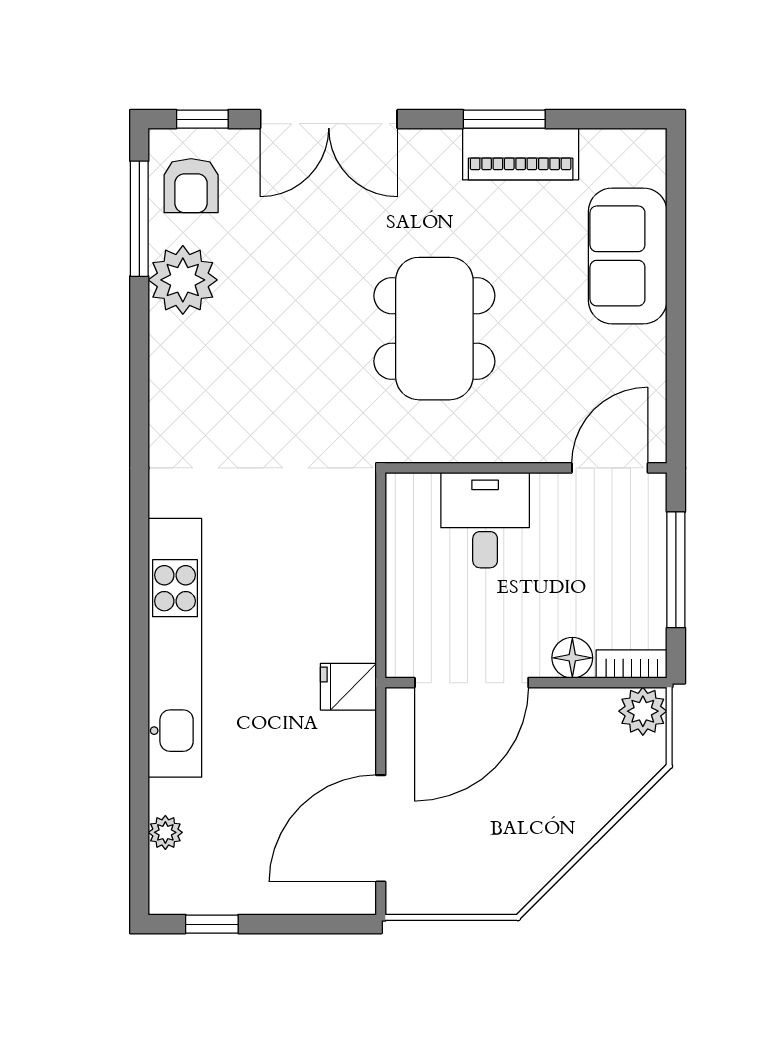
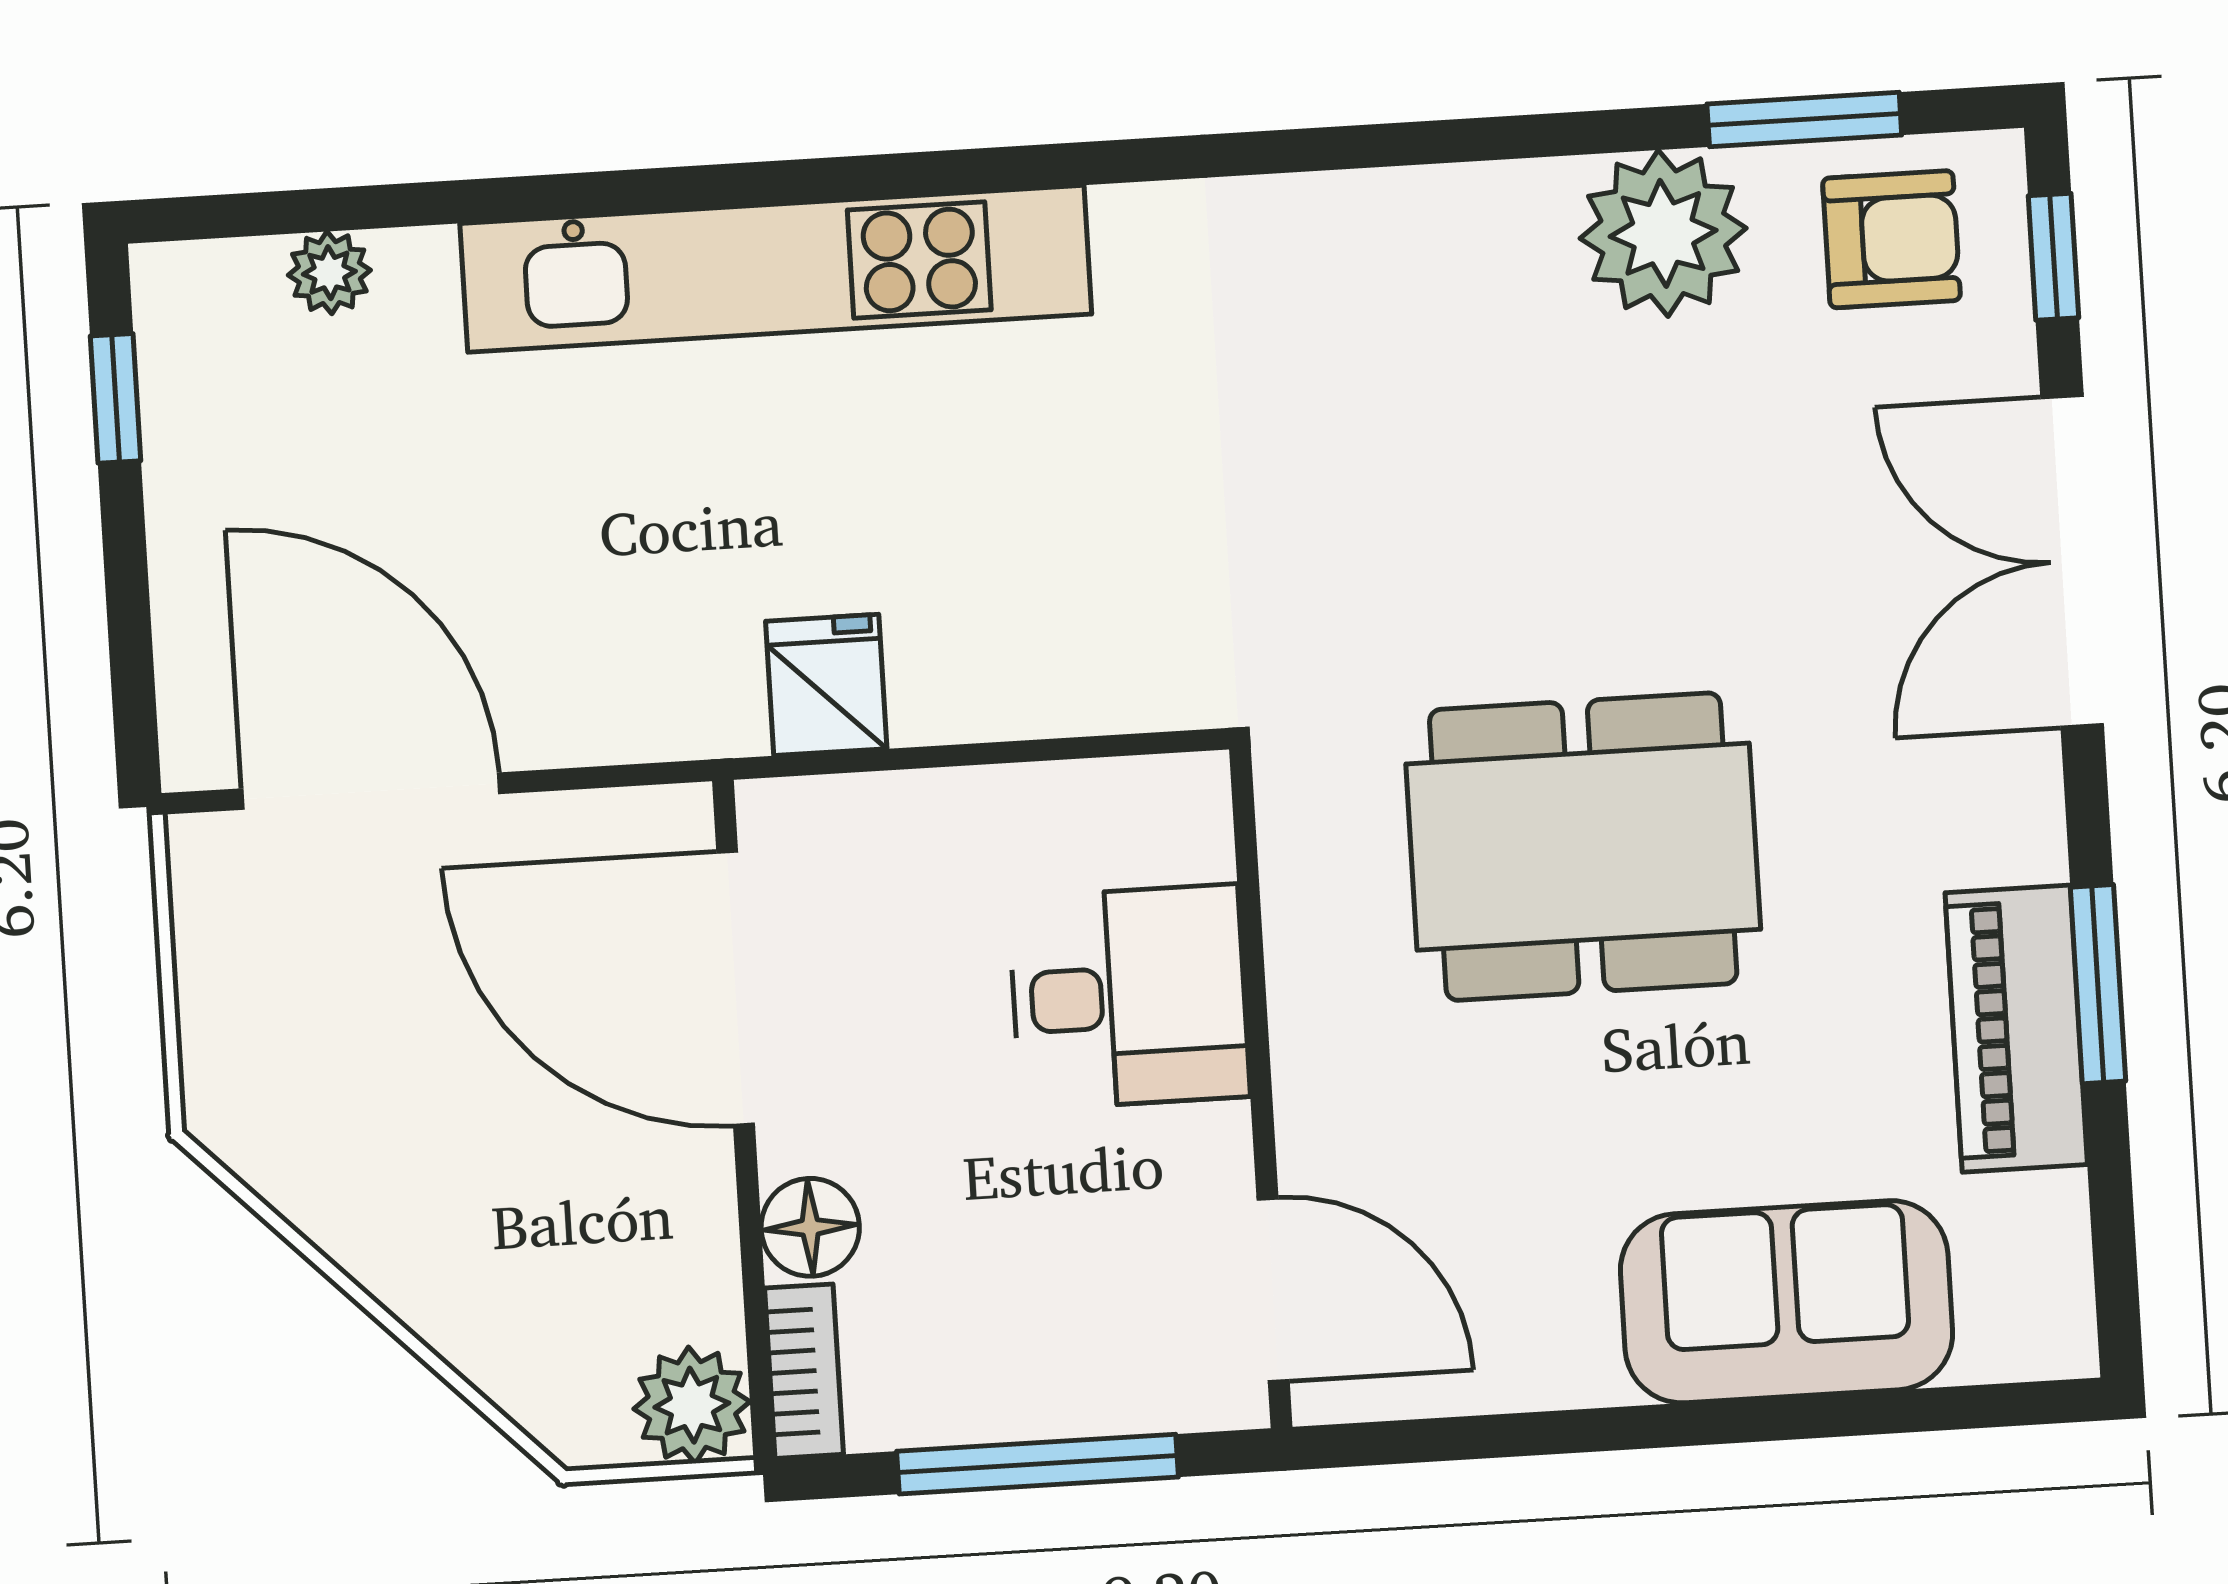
armchair: (191, 186) -> (1891, 239), turned 180
window: (139, 219) -> (1804, 119), width x0.69
fridge: (348, 687) -> (826, 685), moved

